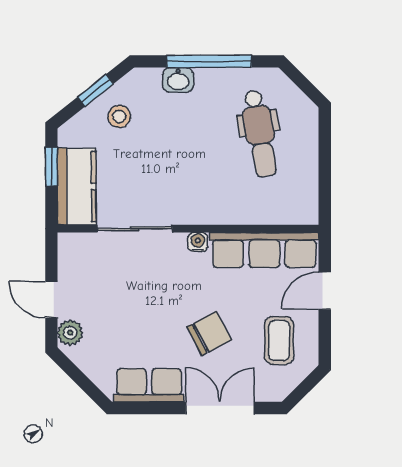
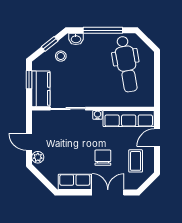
washbasin: (178, 80) -> (76, 39), moved
dental chair: (260, 134) -> (126, 64), width x1.36, depth x1.38
chair: (209, 334) -> (103, 158), turned -62

